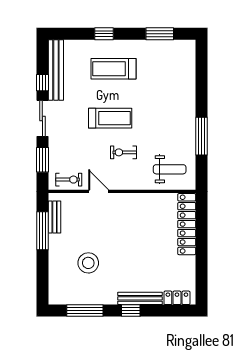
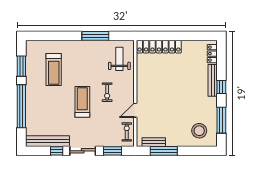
window: (104, 34) -> (21, 106), width x3.17
treadmill: (114, 69) -> (54, 70), moved
stool: (88, 263) -> (199, 131), moved

